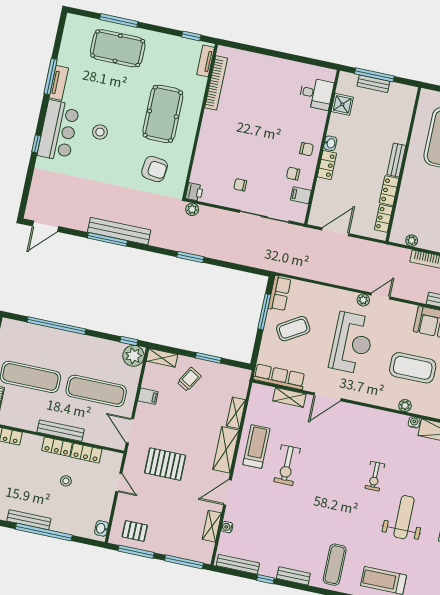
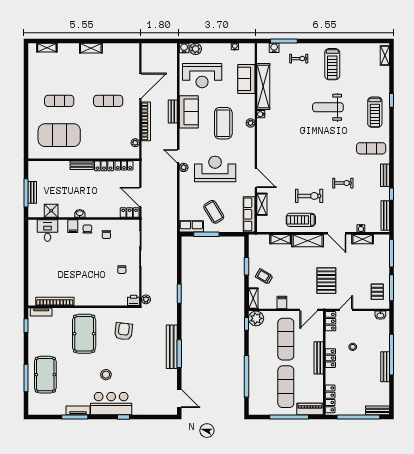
pool table: (163, 114) -> (84, 334), turned 90
locker: (327, 165) -> (130, 213), moved
filing cabinet: (301, 195) -> (73, 226), moved
locker: (86, 453) -> (330, 321), moved
exercise bike: (375, 476) -> (343, 183), moved

